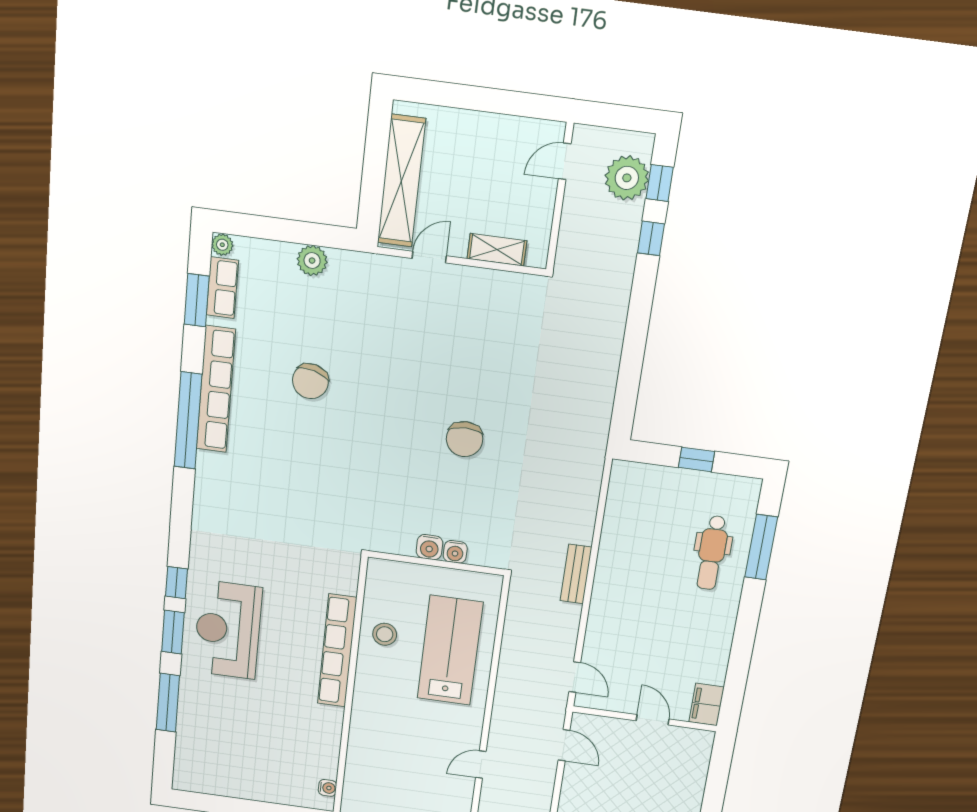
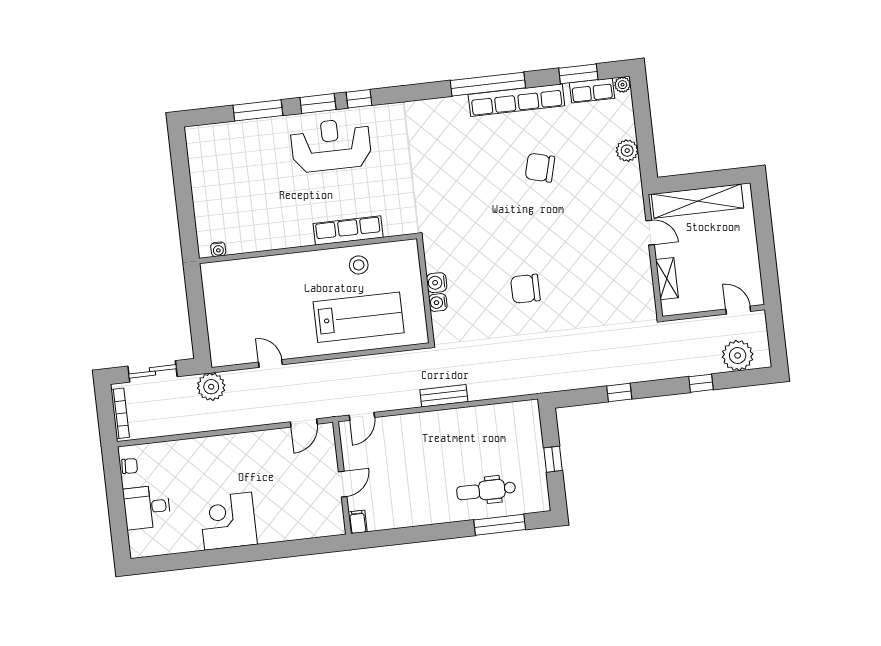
window: (660, 183) -> (619, 393), moved
row of seats: (337, 651) -> (348, 231), width x0.73
filing cabinet: (707, 704) -> (358, 522), width x0.50

